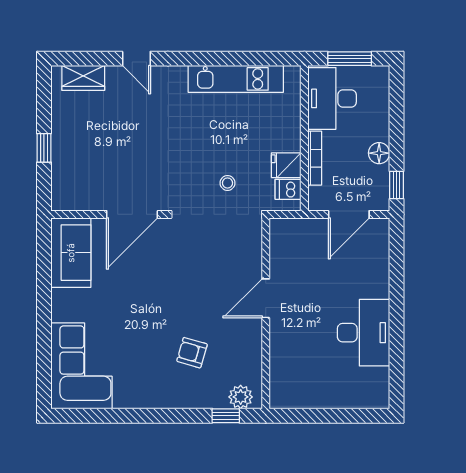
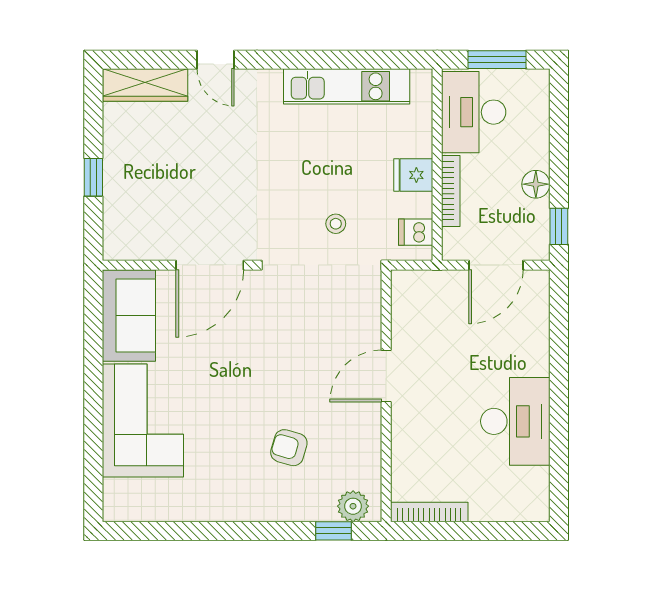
wardrobe: (83, 78) -> (145, 85), width x1.50
fridge: (286, 165) -> (413, 175), moved
corner sofa: (81, 366) -> (143, 420), moved
bookcase: (298, 401) -> (429, 512), added

